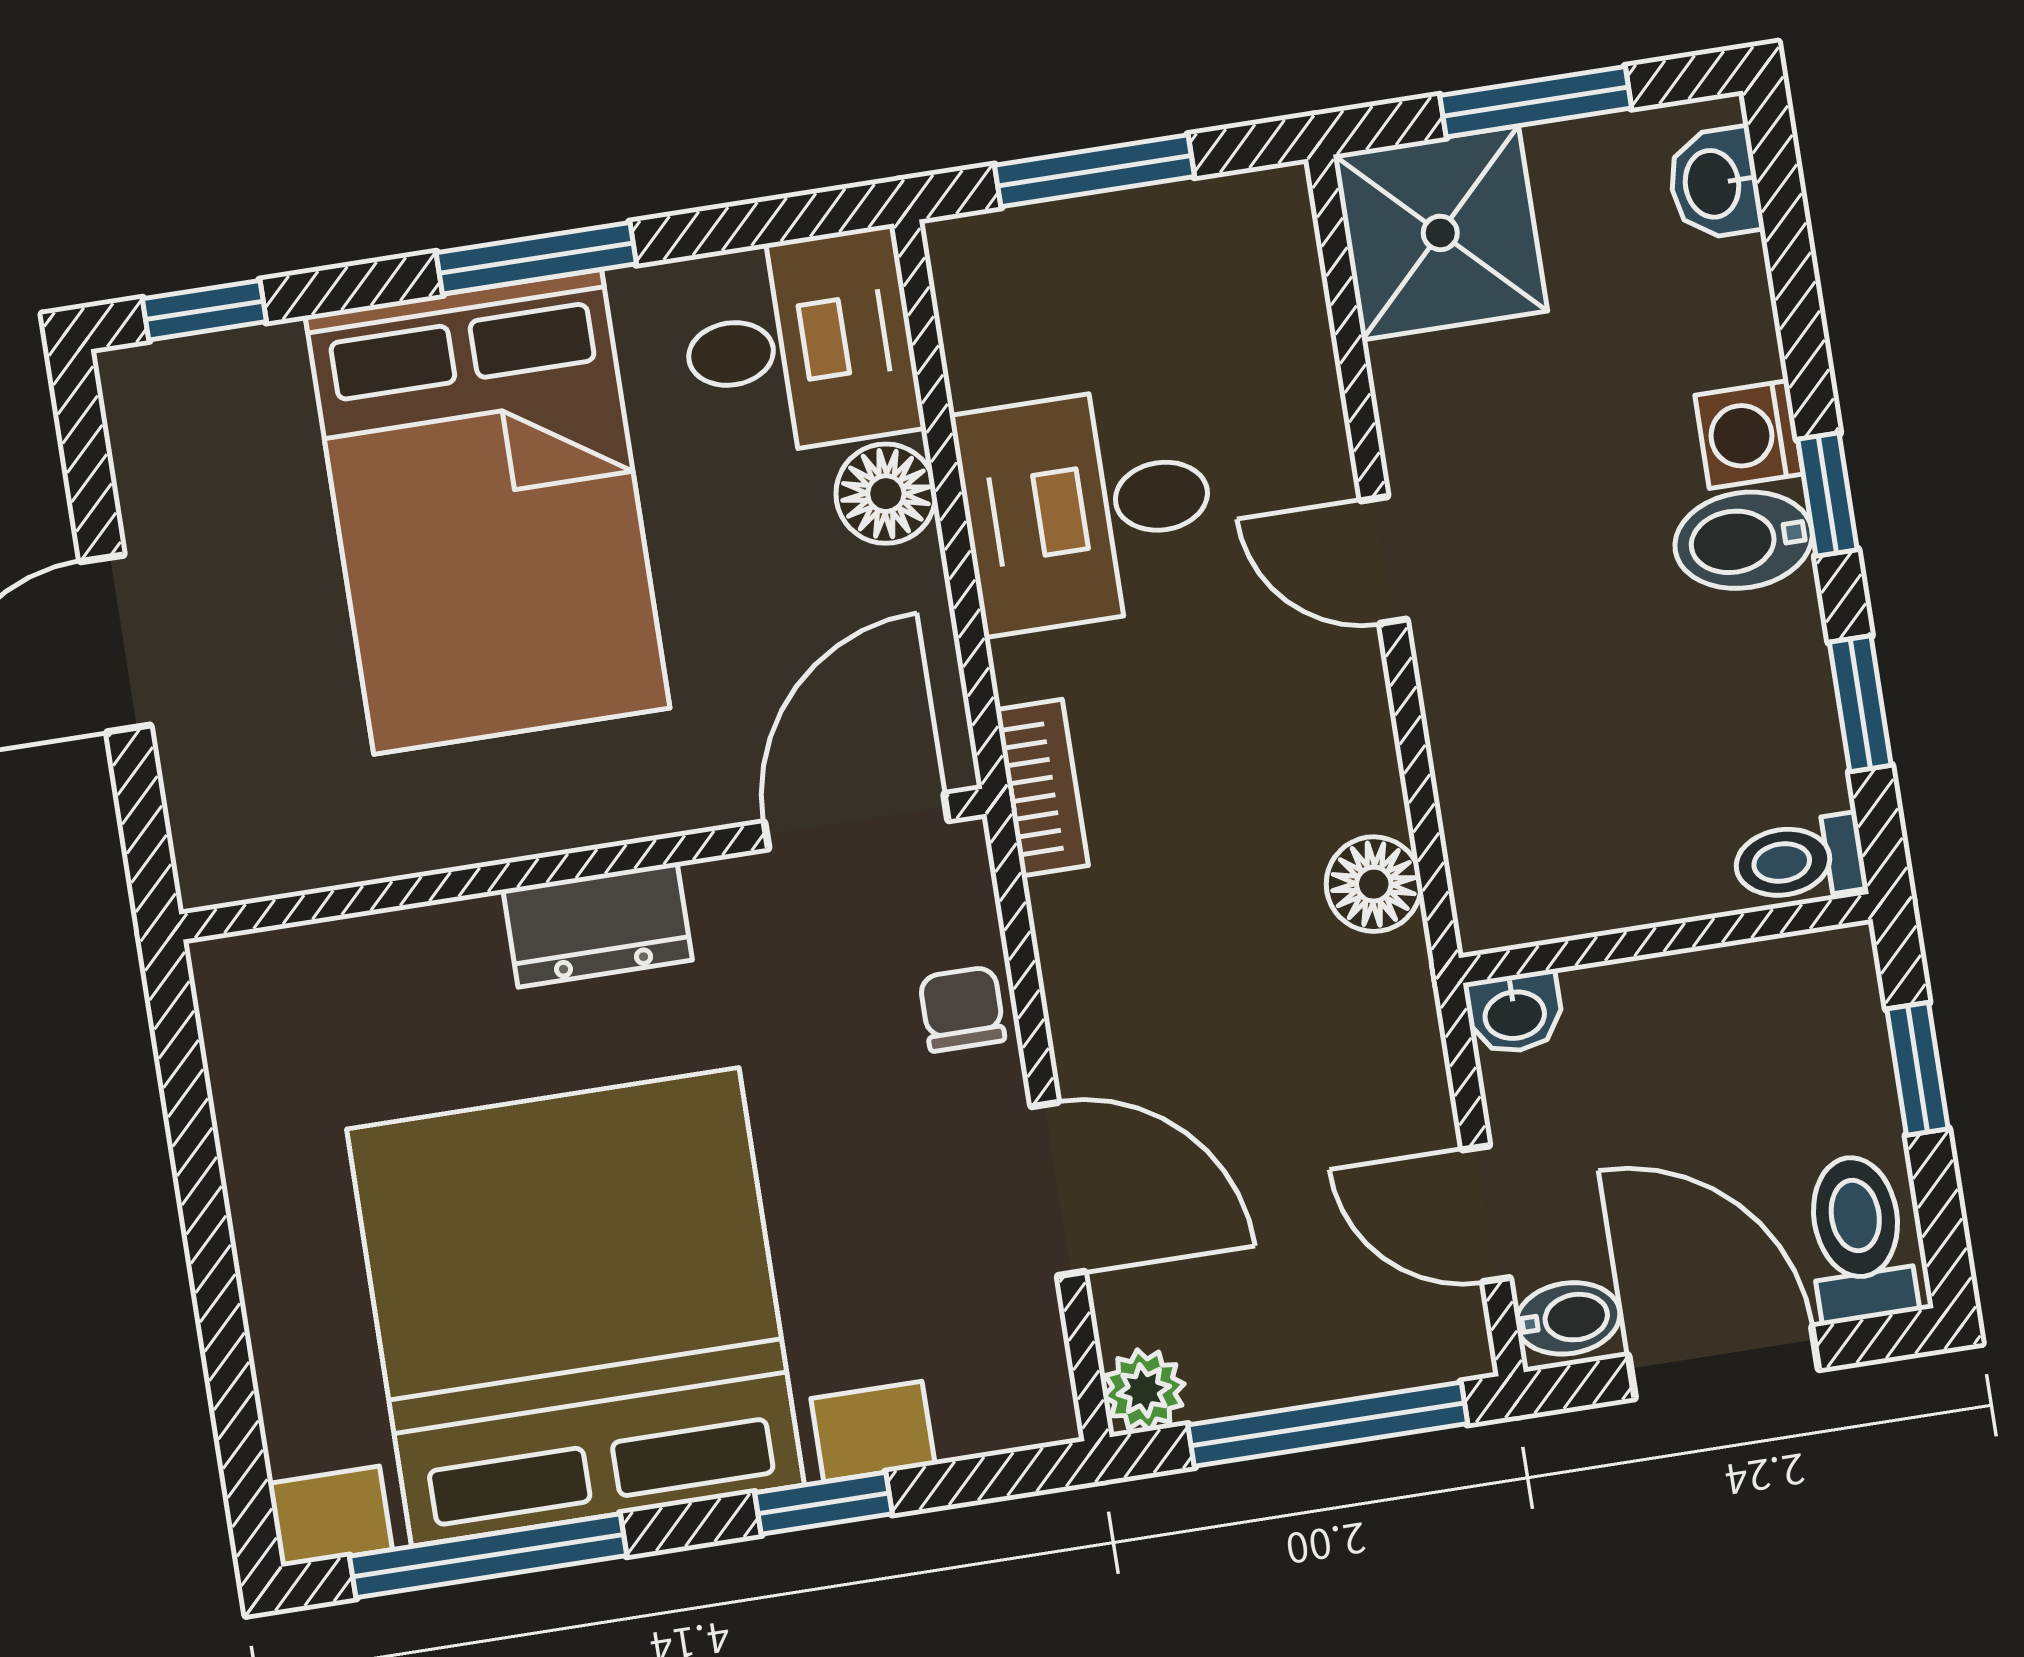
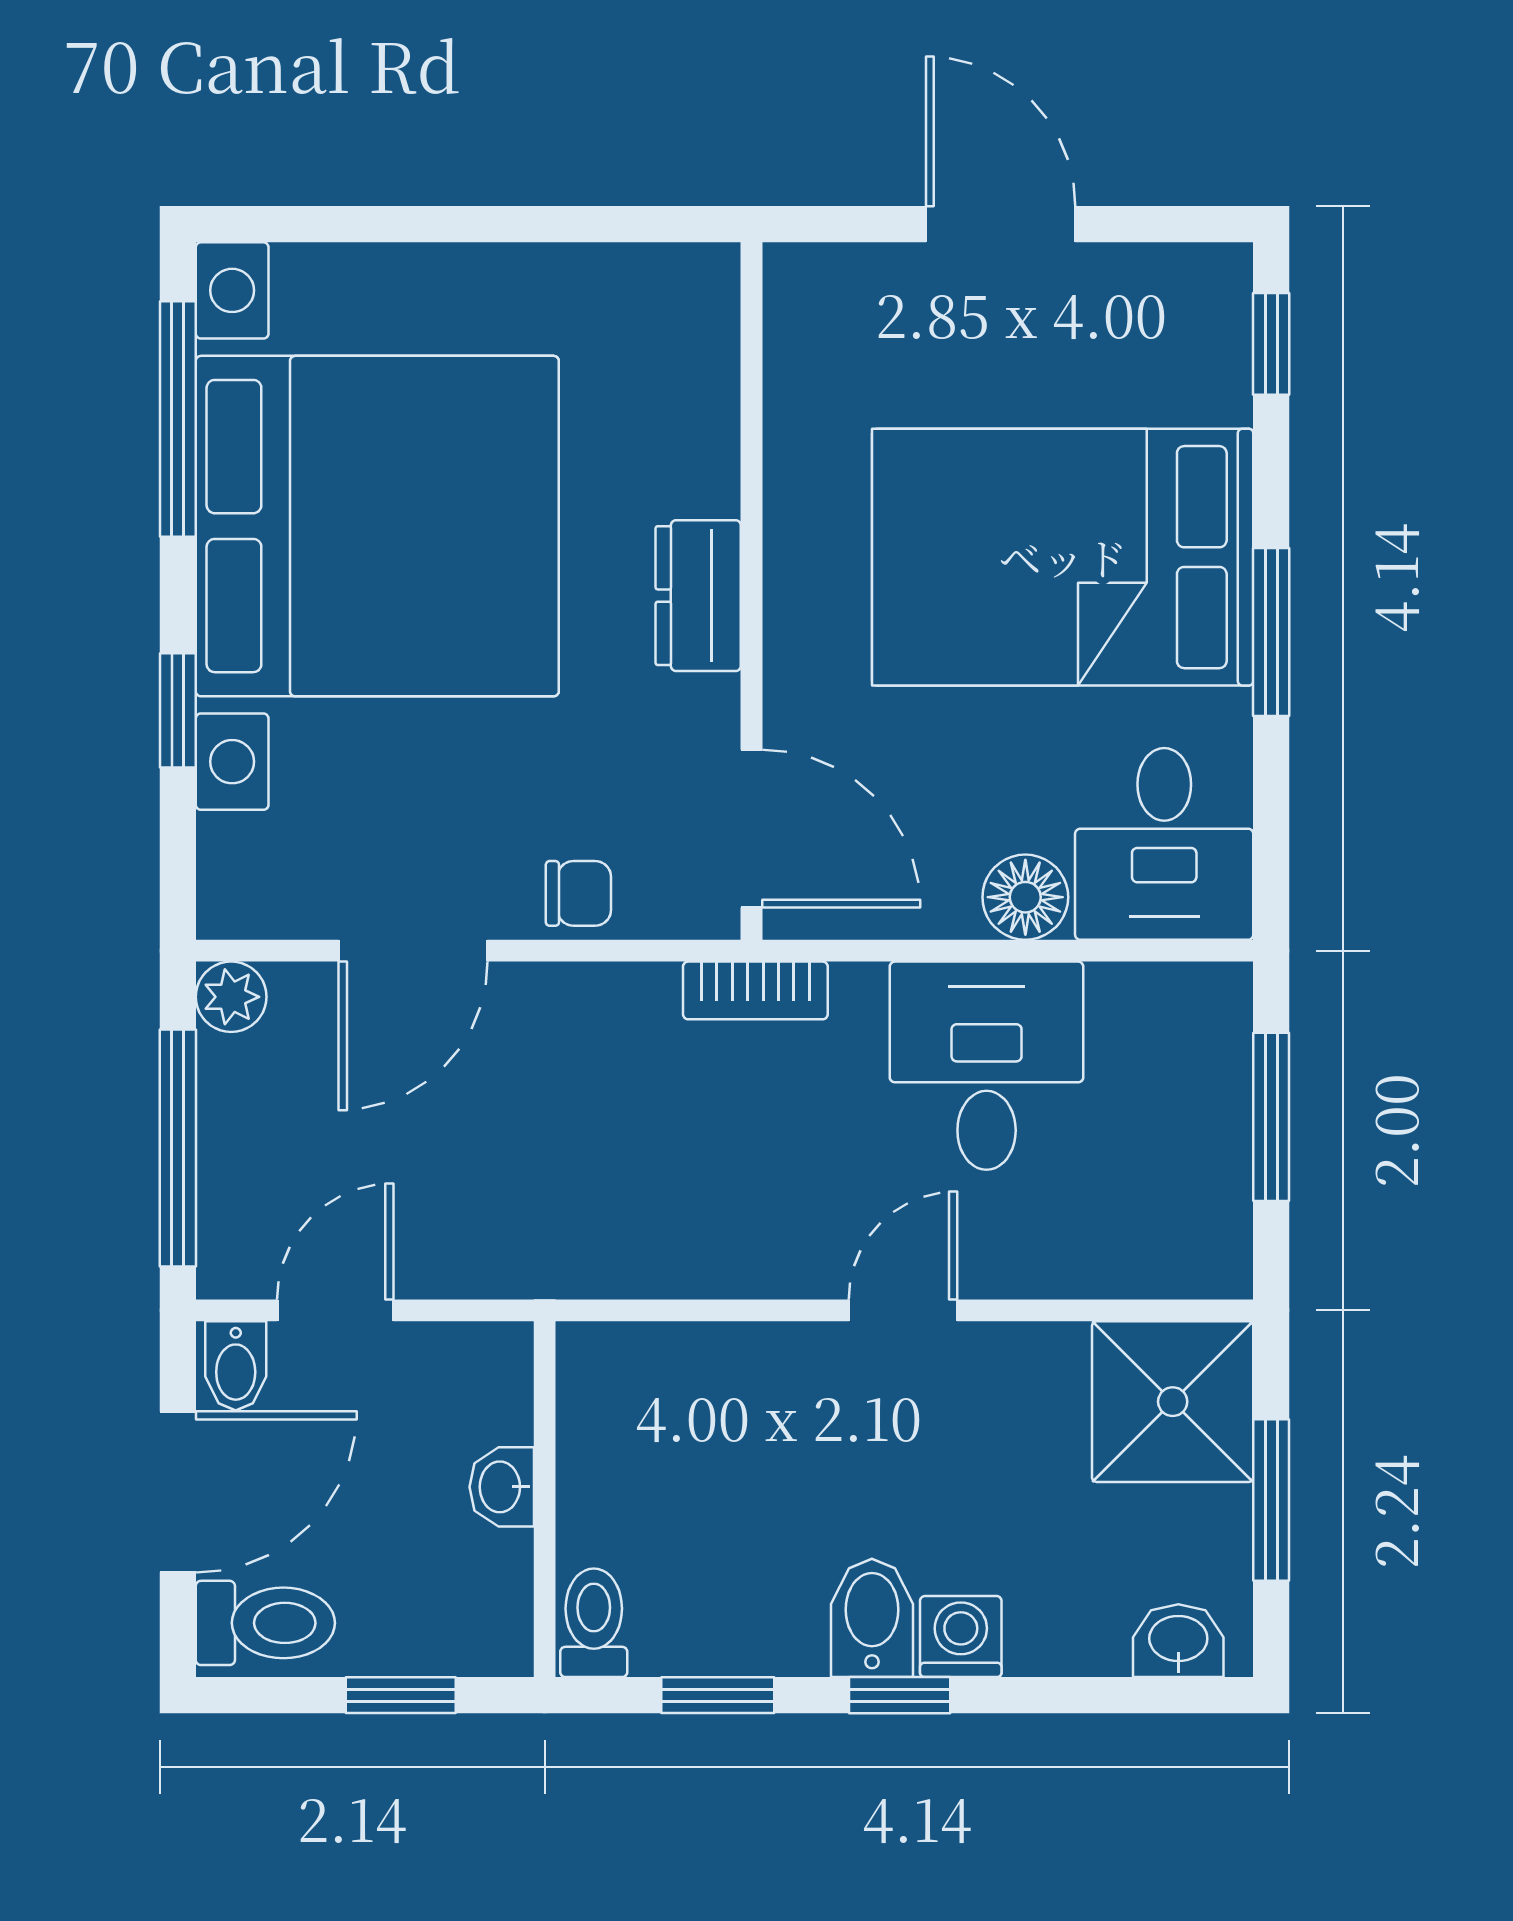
floor lamp: (1374, 884) -> (630, 1259), removed
washbasin: (1514, 1013) -> (502, 1487), moved

